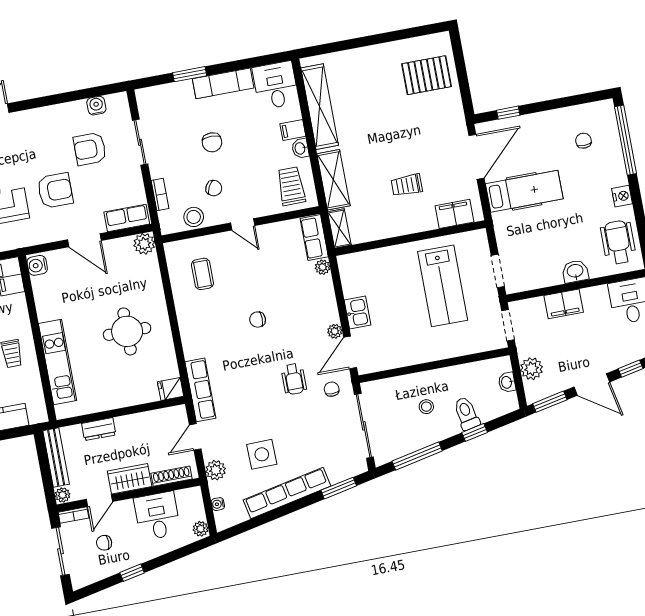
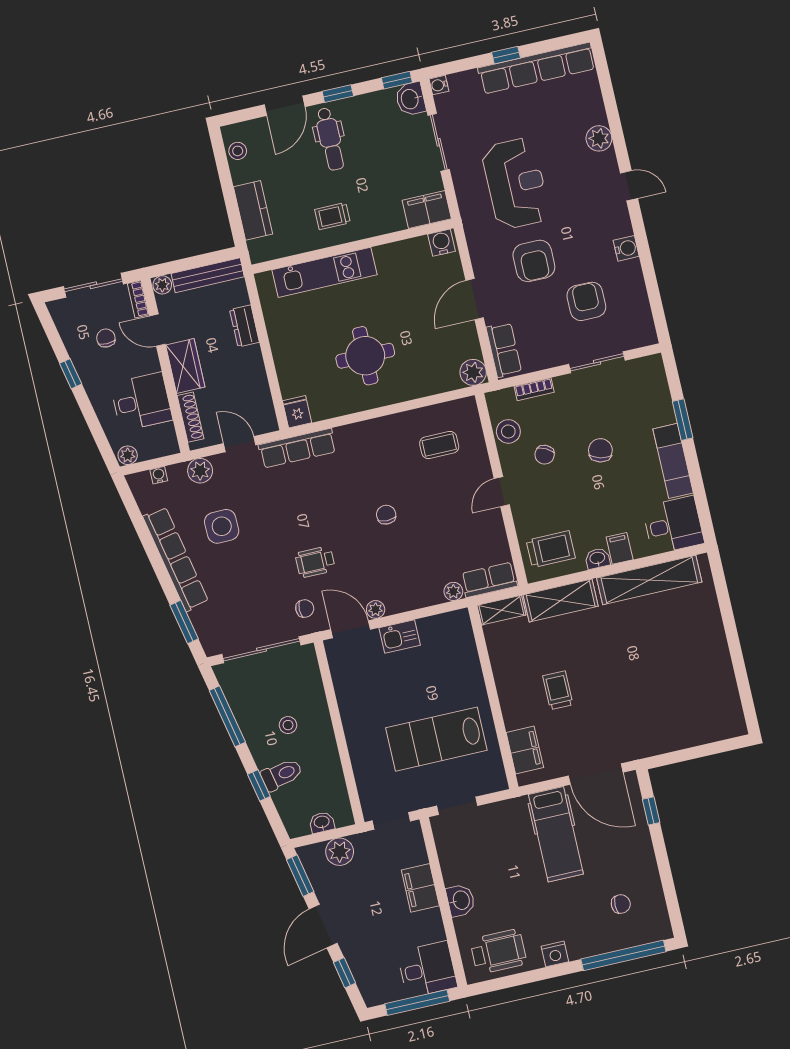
pallet: (427, 75) -> (693, 709), removed
water cooler: (96, 106) -> (626, 248), moved
chair: (212, 142) -> (600, 450), turned 104

